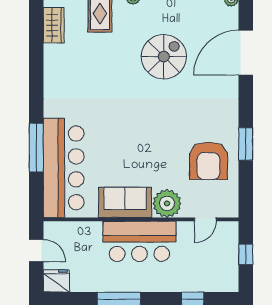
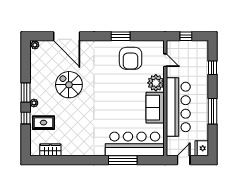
armchair: (208, 161) -> (131, 58), turned 90
bar counter: (139, 241) -> (178, 107), width x1.36

